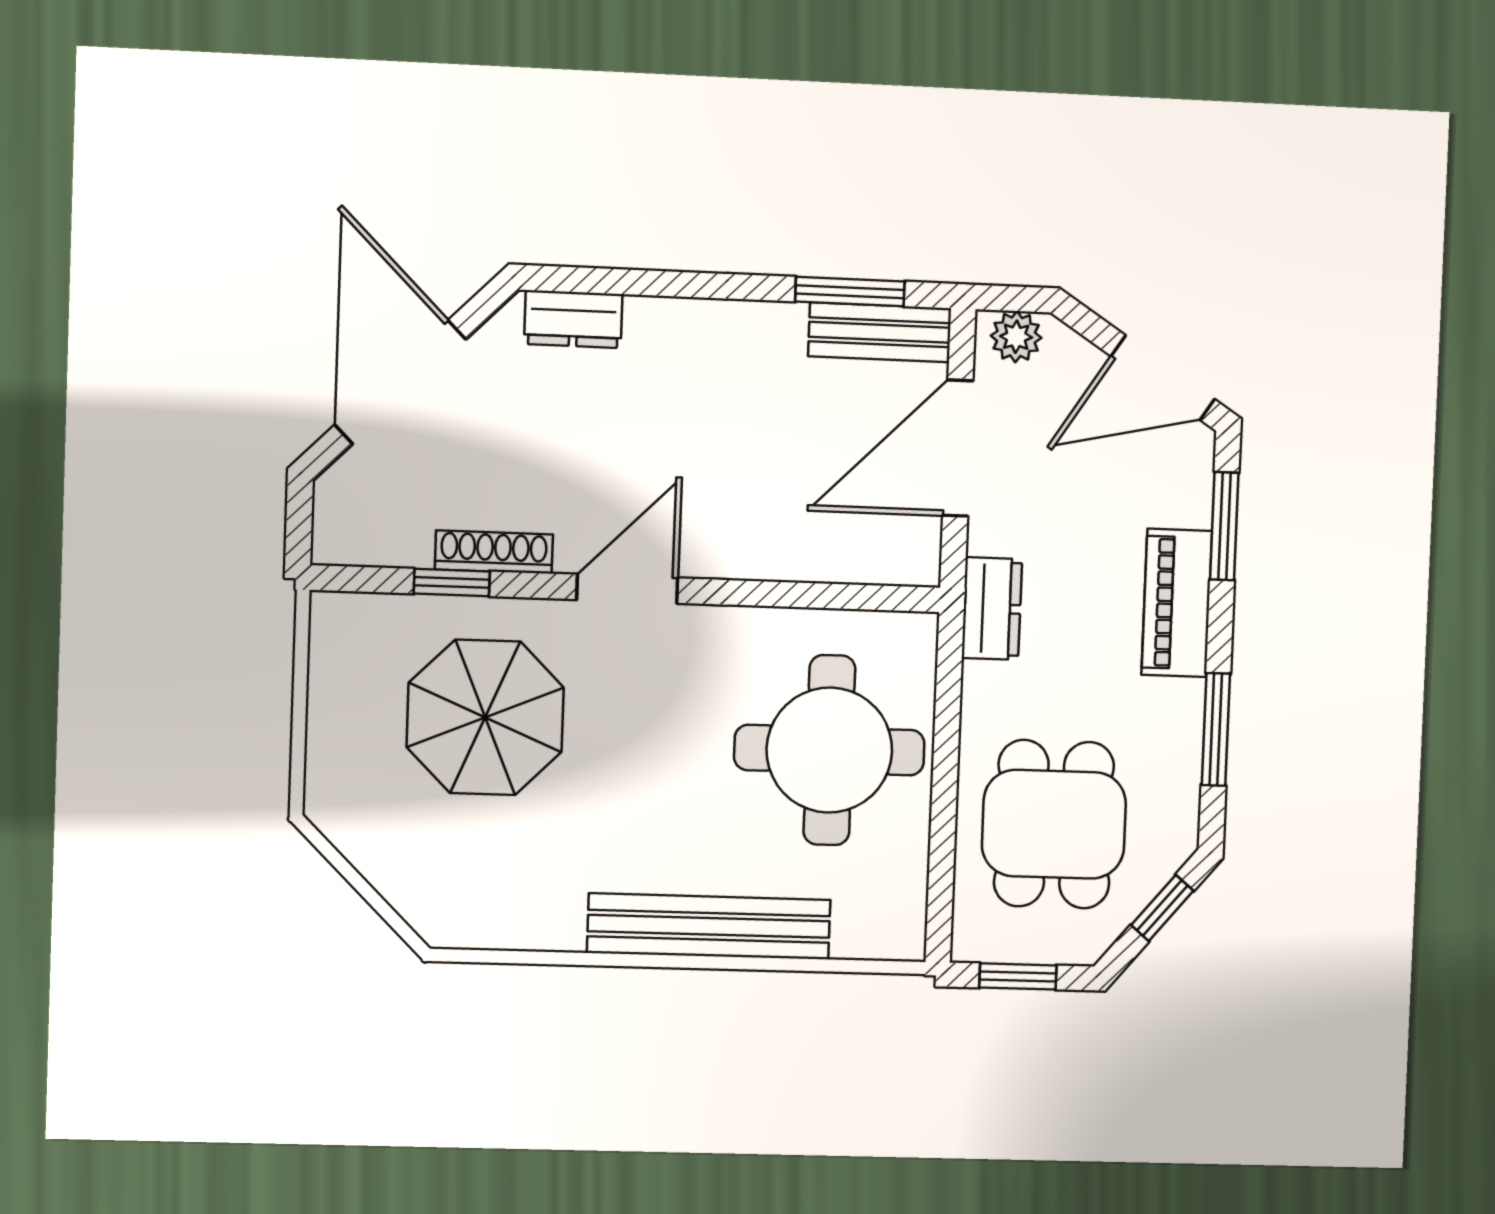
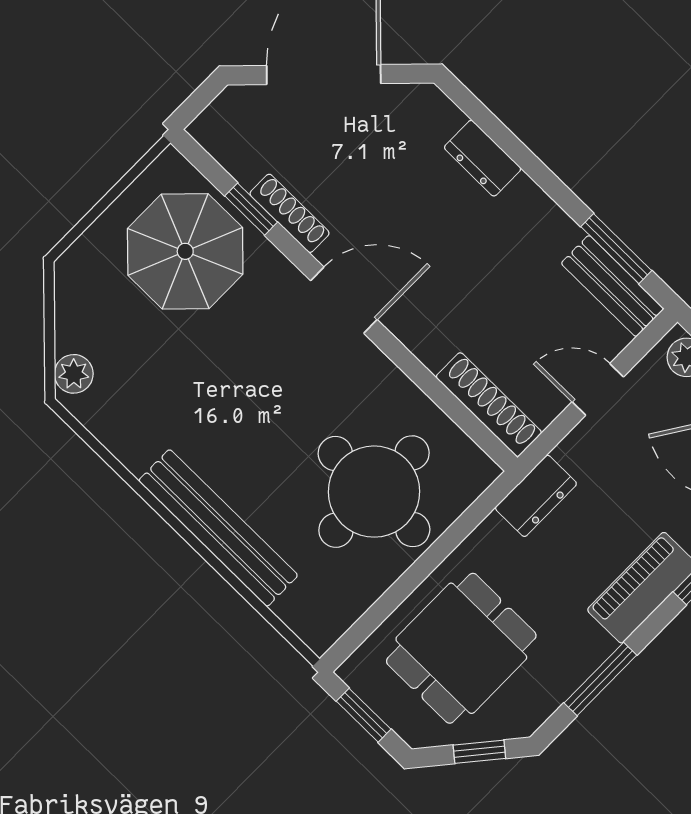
dresser: (573, 319) -> (483, 158), moved
door: (958, 448) -> (598, 389), width x0.53
shoe rack: (864, 561) -> (489, 405), added
parasol: (485, 717) -> (185, 251), moved
plant: (426, 907) -> (74, 374), added

